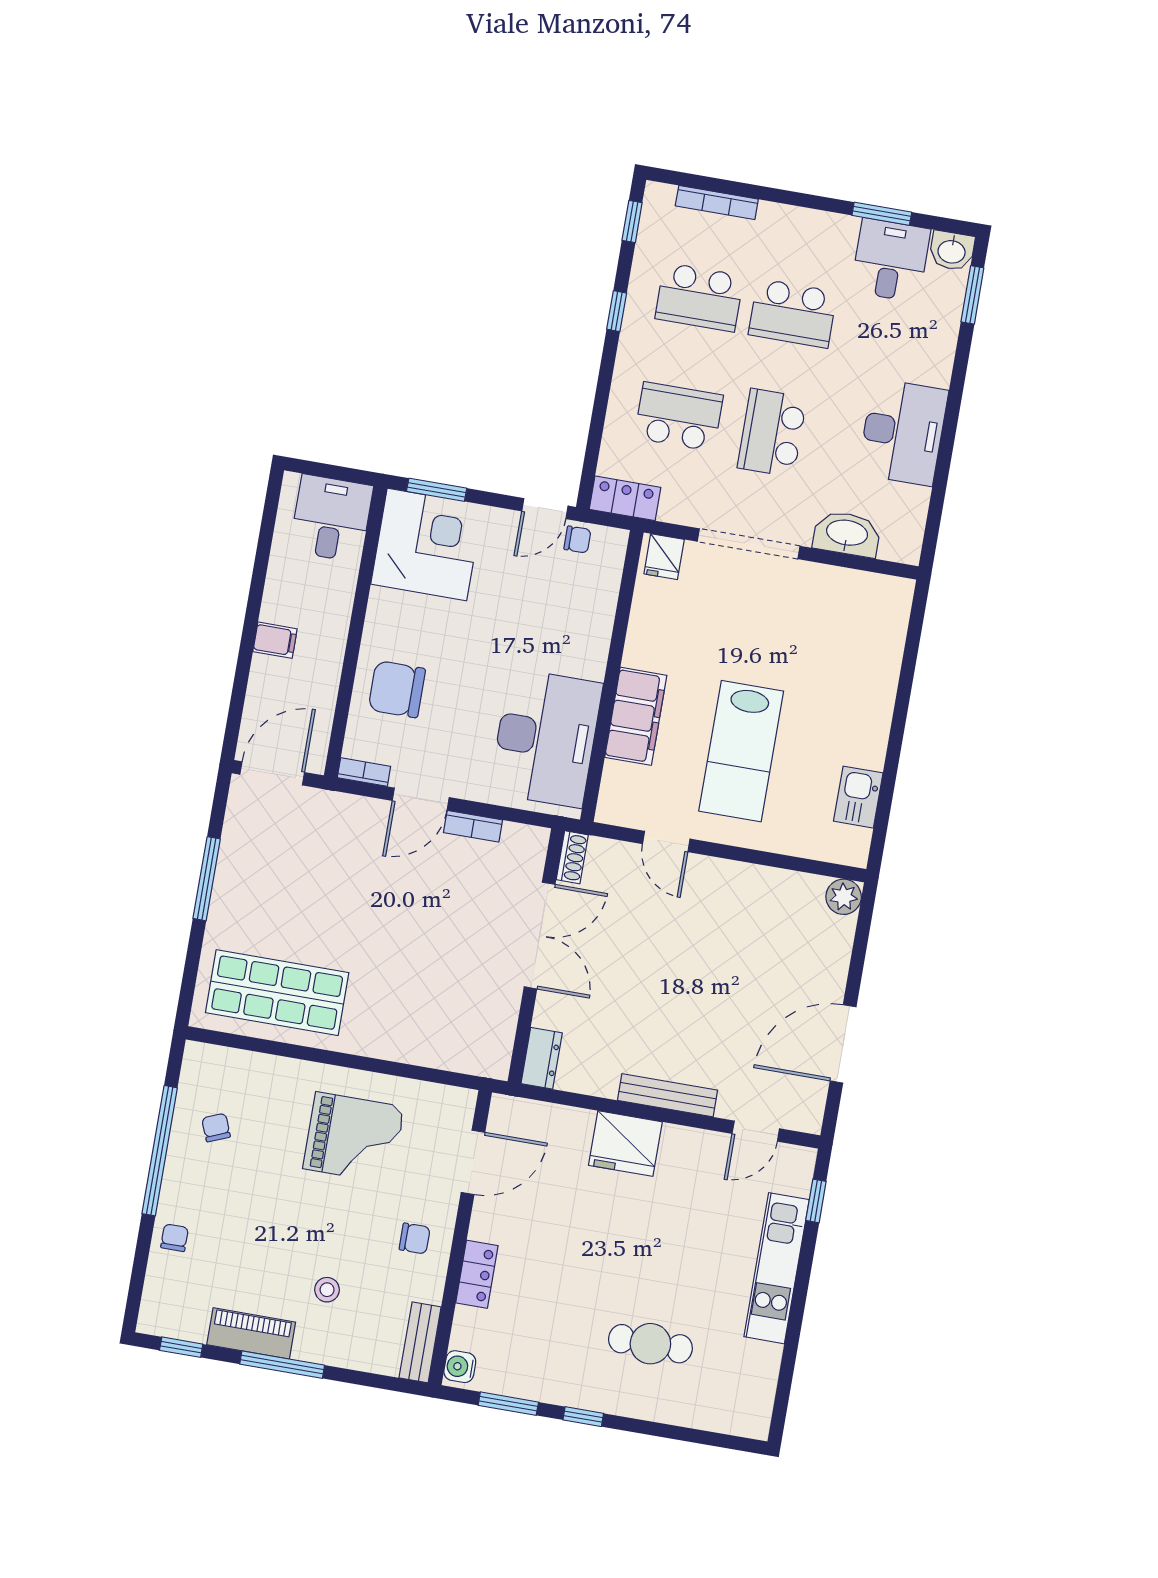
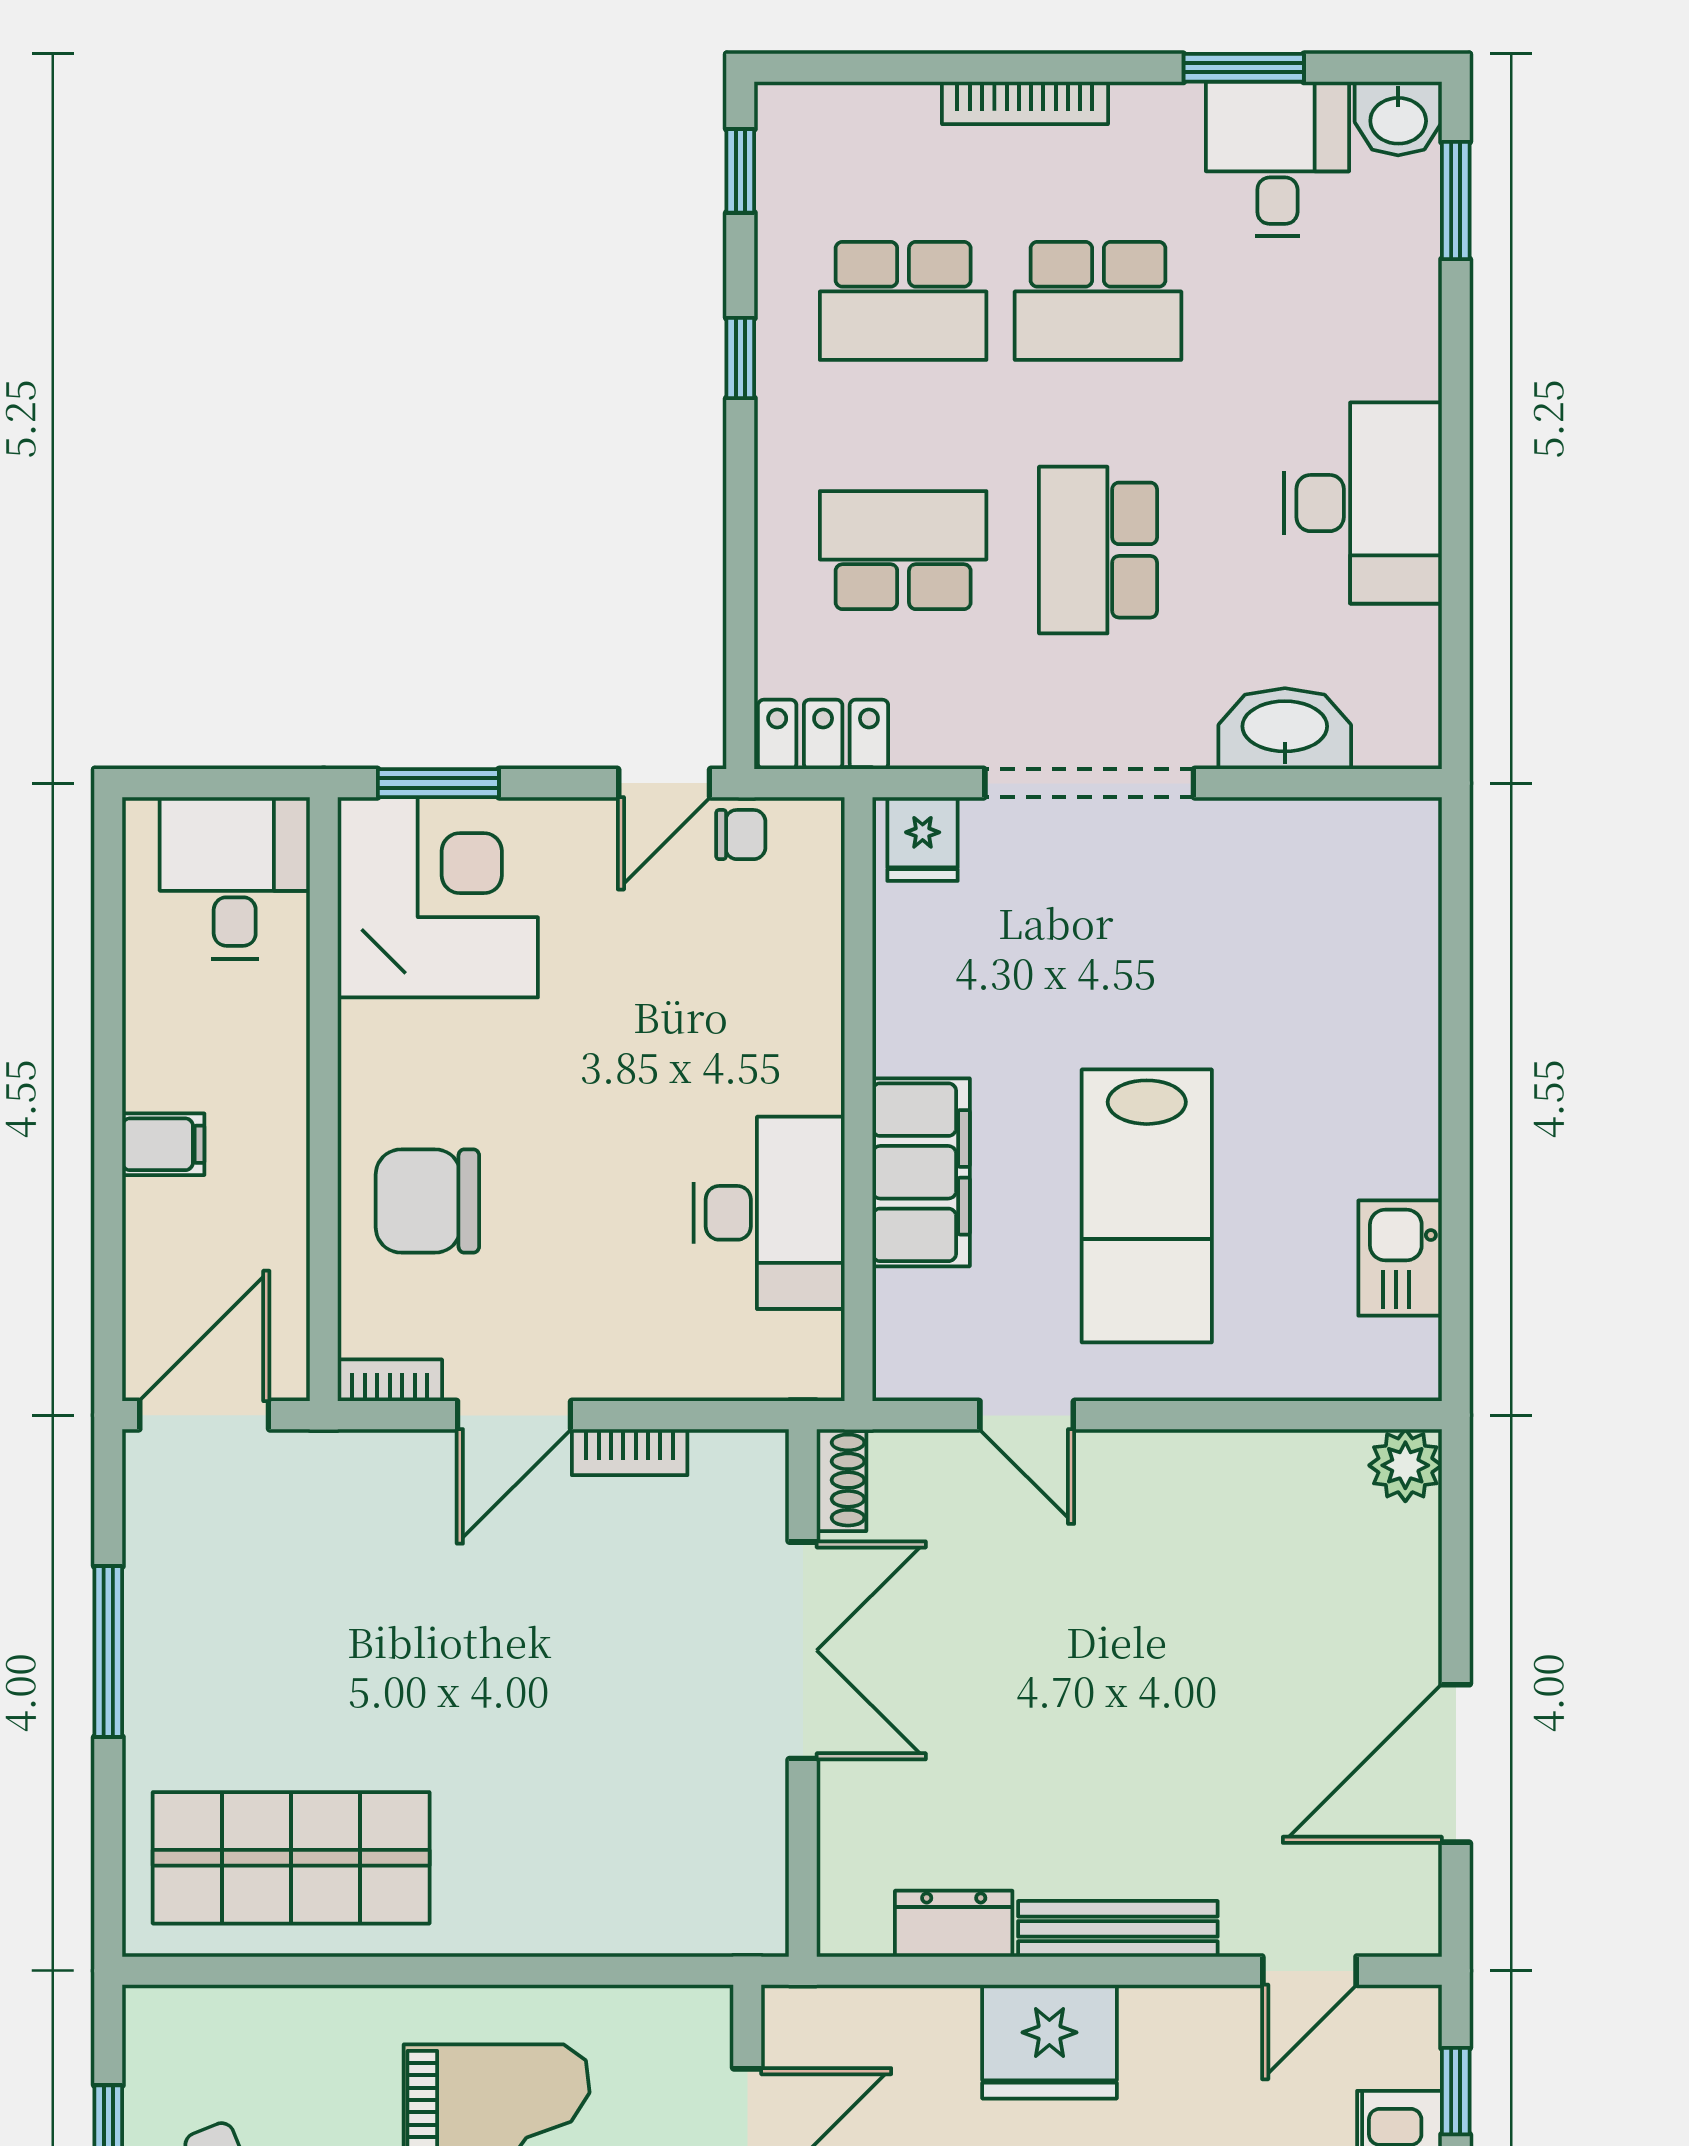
bookcase: (717, 203) -> (1025, 103), moved
desk: (546, 738) -> (769, 1213), width x0.73, depth x0.77
dresser: (542, 1058) -> (954, 1924), moved, turned -90

